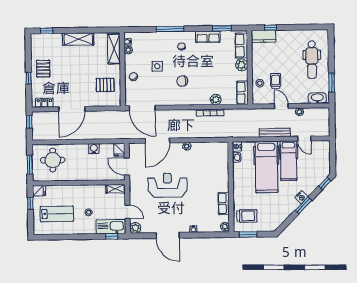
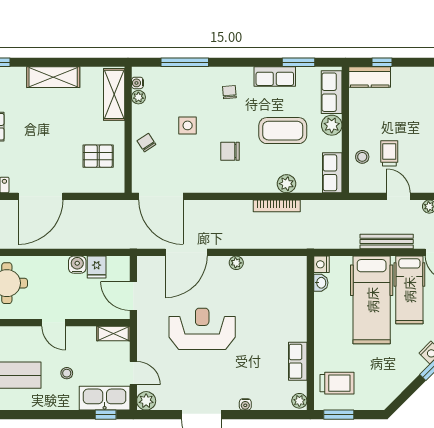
window: (170, 29) -> (185, 62), moved
coffee table: (213, 68) -> (283, 131), added
fridge: (119, 150) -> (97, 267), moved
door: (80, 183) -> (54, 323), added

